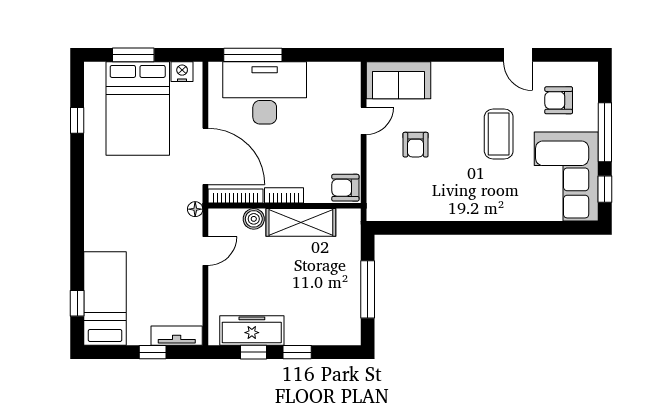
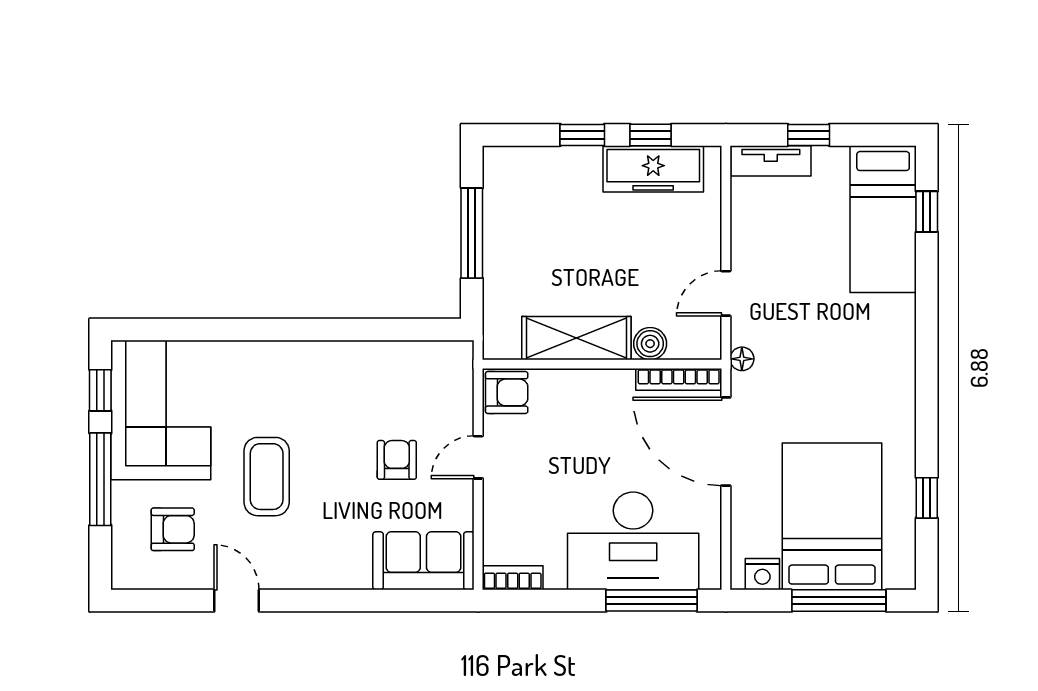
window: (133, 55) -> (839, 601), width x1.44
door: (364, 121) -> (478, 457), moved
bookcase: (284, 195) -> (513, 578), moved, turned 180

